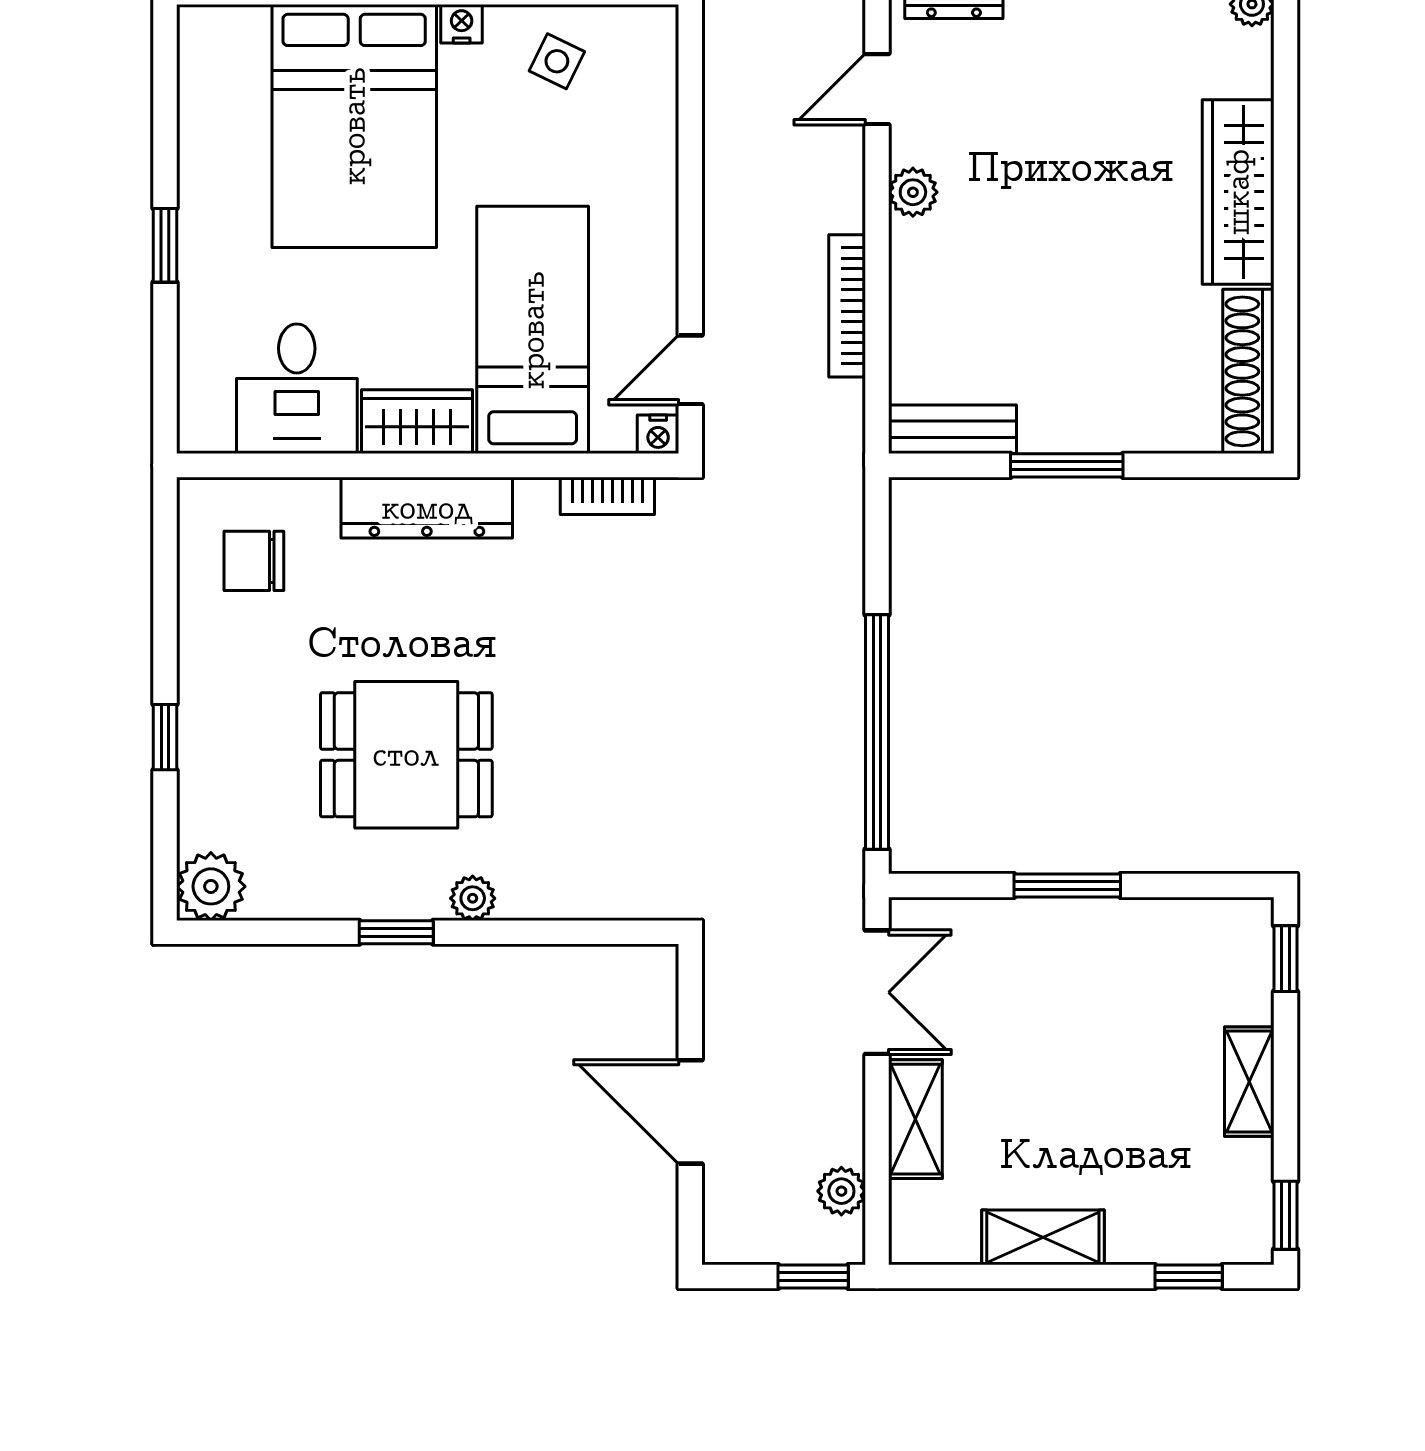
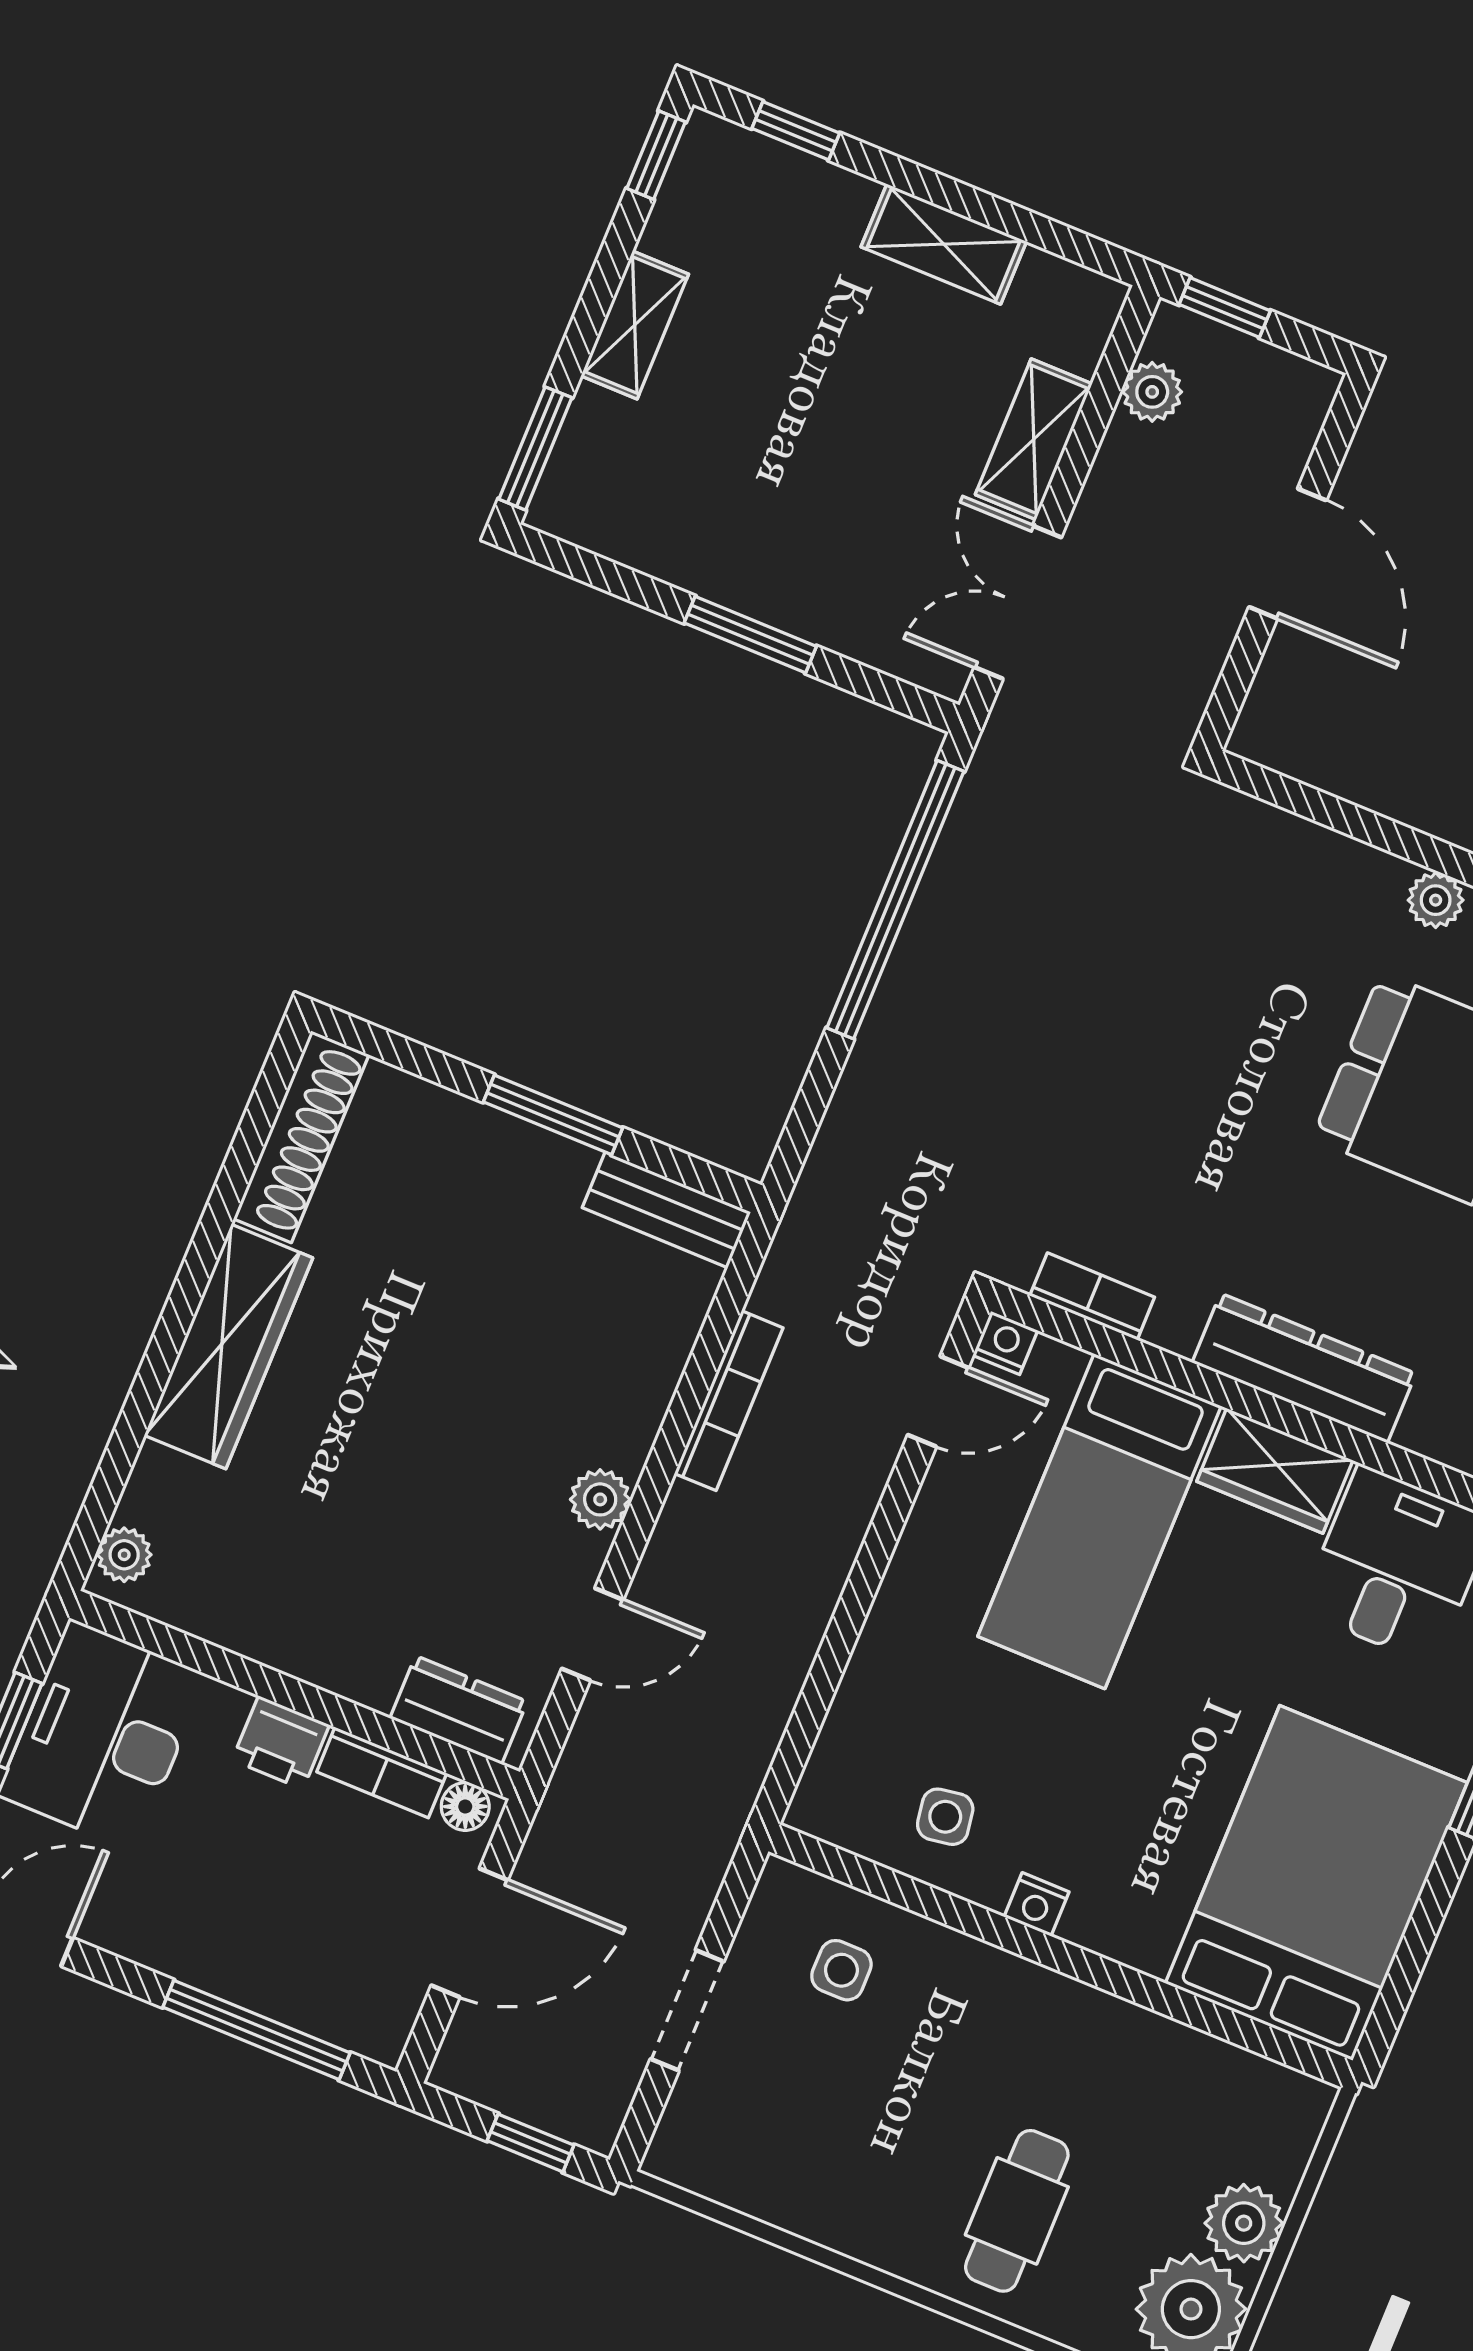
side table: (557, 61) -> (945, 1817), turned -35
bed: (354, 126) -> (1316, 1883), moved
window: (1286, 959) -> (535, 448), width x1.50

